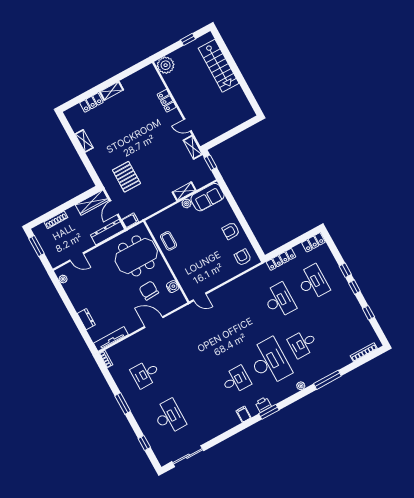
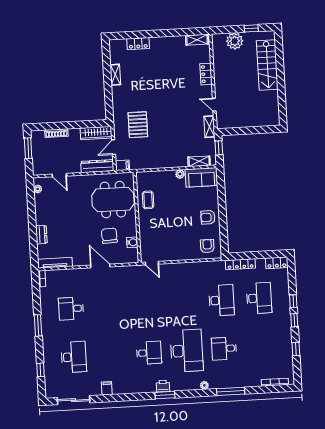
plant: (166, 65) -> (235, 41), moved
shelving: (111, 91) -> (197, 40), moved
shelving: (184, 191) -> (199, 161), moved
filing cabinet: (244, 414) -> (107, 388), moved

